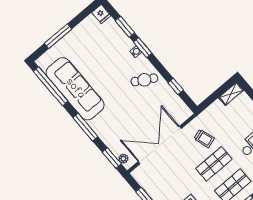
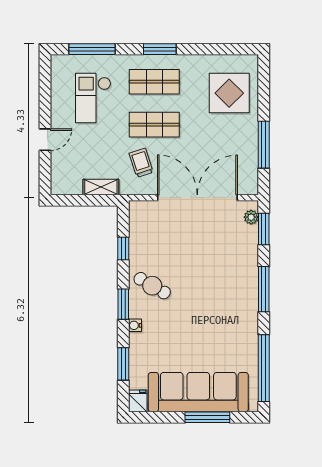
window: (143, 48) -> (123, 304), moved
sofa: (75, 89) -> (198, 392), moved, turned 90
shelving: (231, 94) -> (101, 187), moved
double door: (160, 145) -> (197, 198), swing flipped

